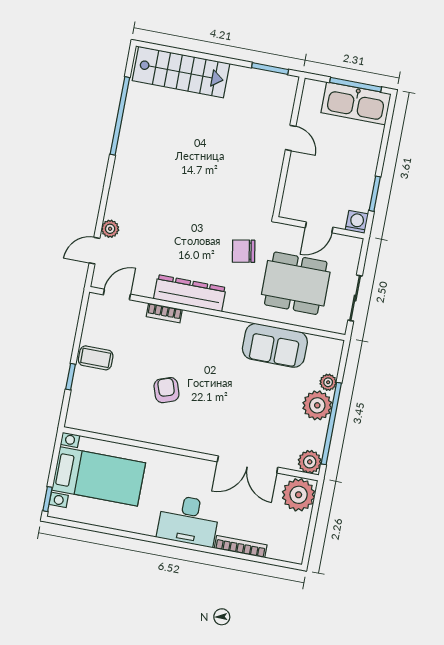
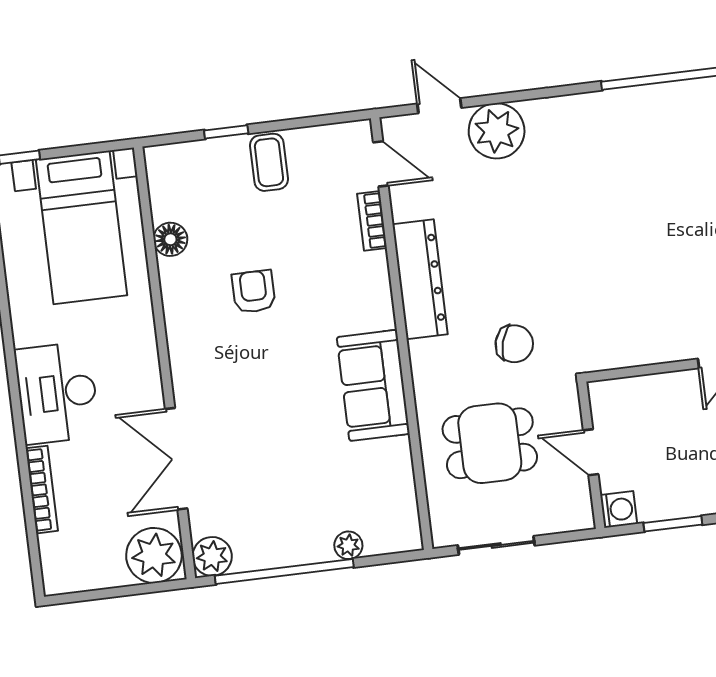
plant: (110, 229) -> (497, 131), width x1.87, depth x1.87
chair: (244, 251) -> (514, 344), turned 116
dining table: (296, 283) -> (490, 443), width x0.73
bookcase: (164, 313) -> (372, 221), moved
sofa: (275, 345) -> (373, 385), moved
armchair: (166, 390) -> (254, 292), turned -71
plant: (317, 405) -> (306, 540), removed
floor lamp: (122, 428) -> (170, 239), added

